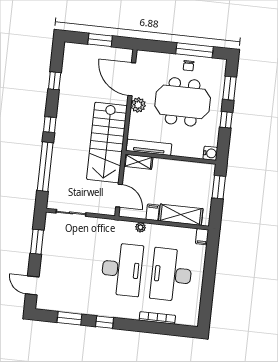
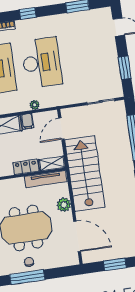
plant: (138, 105) -> (64, 205), moved
locker: (166, 165) -> (26, 167), added
door: (119, 196) -> (61, 128), hinge flipped
desk: (122, 269) -> (42, 63), turned 180
window: (105, 322) -> (28, 13), moved

